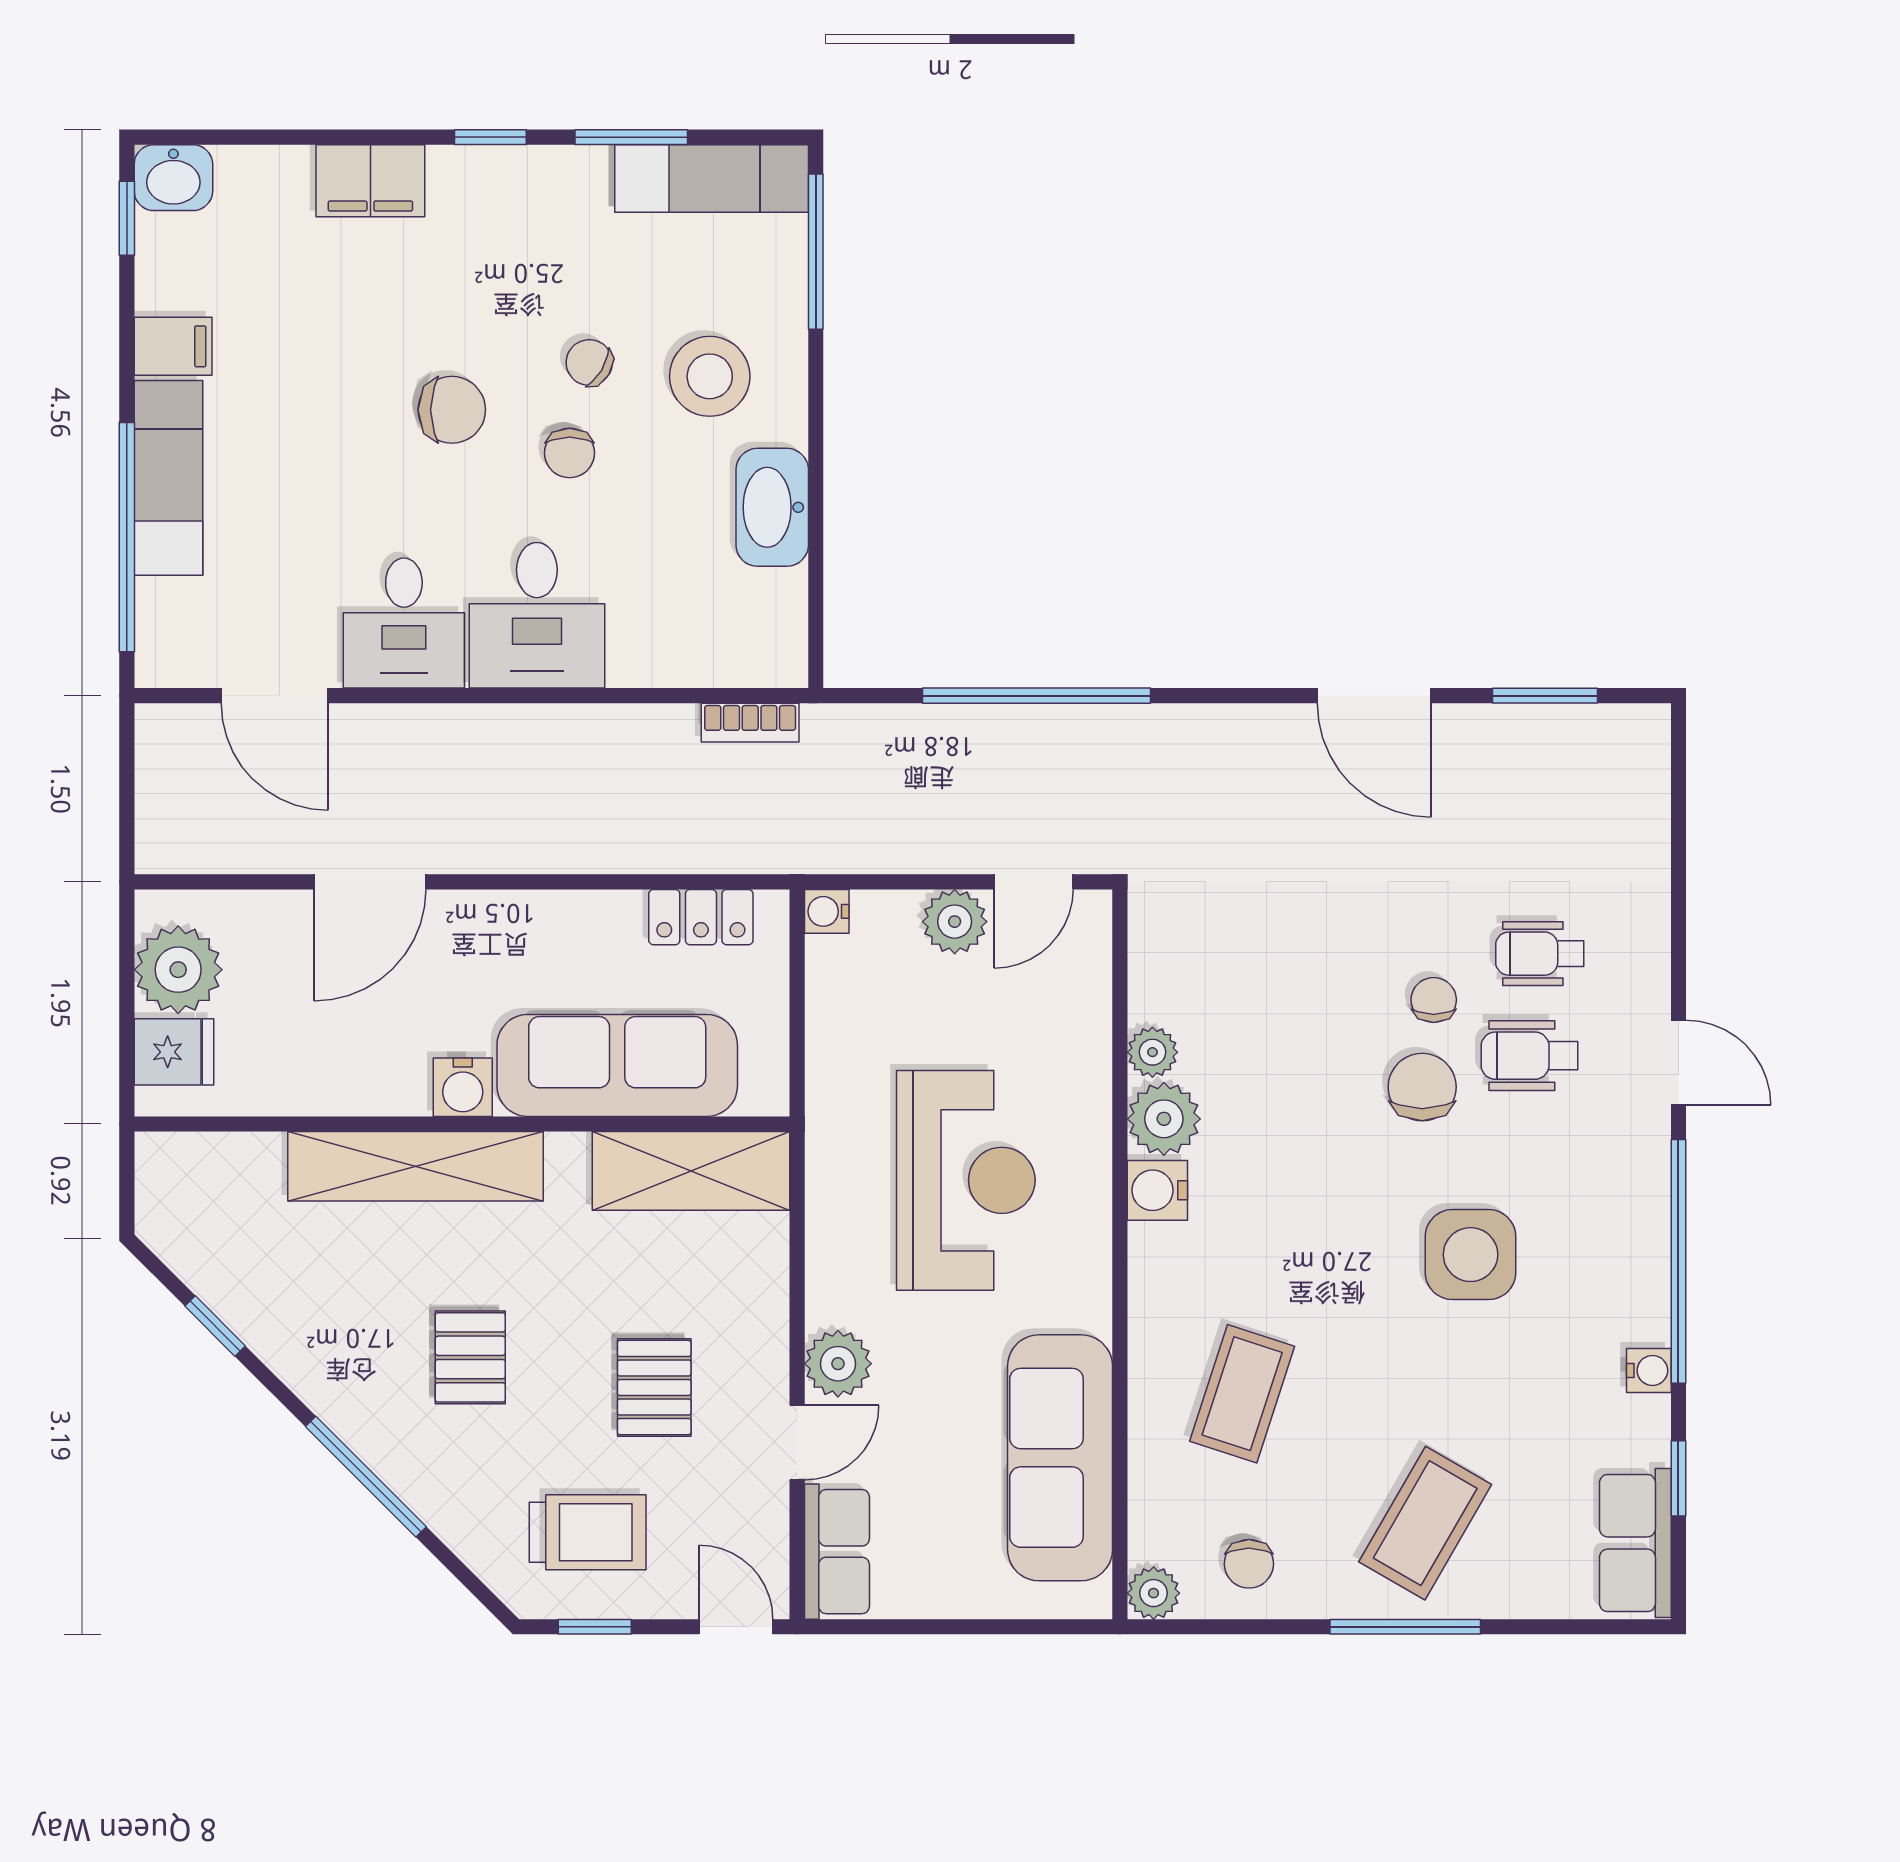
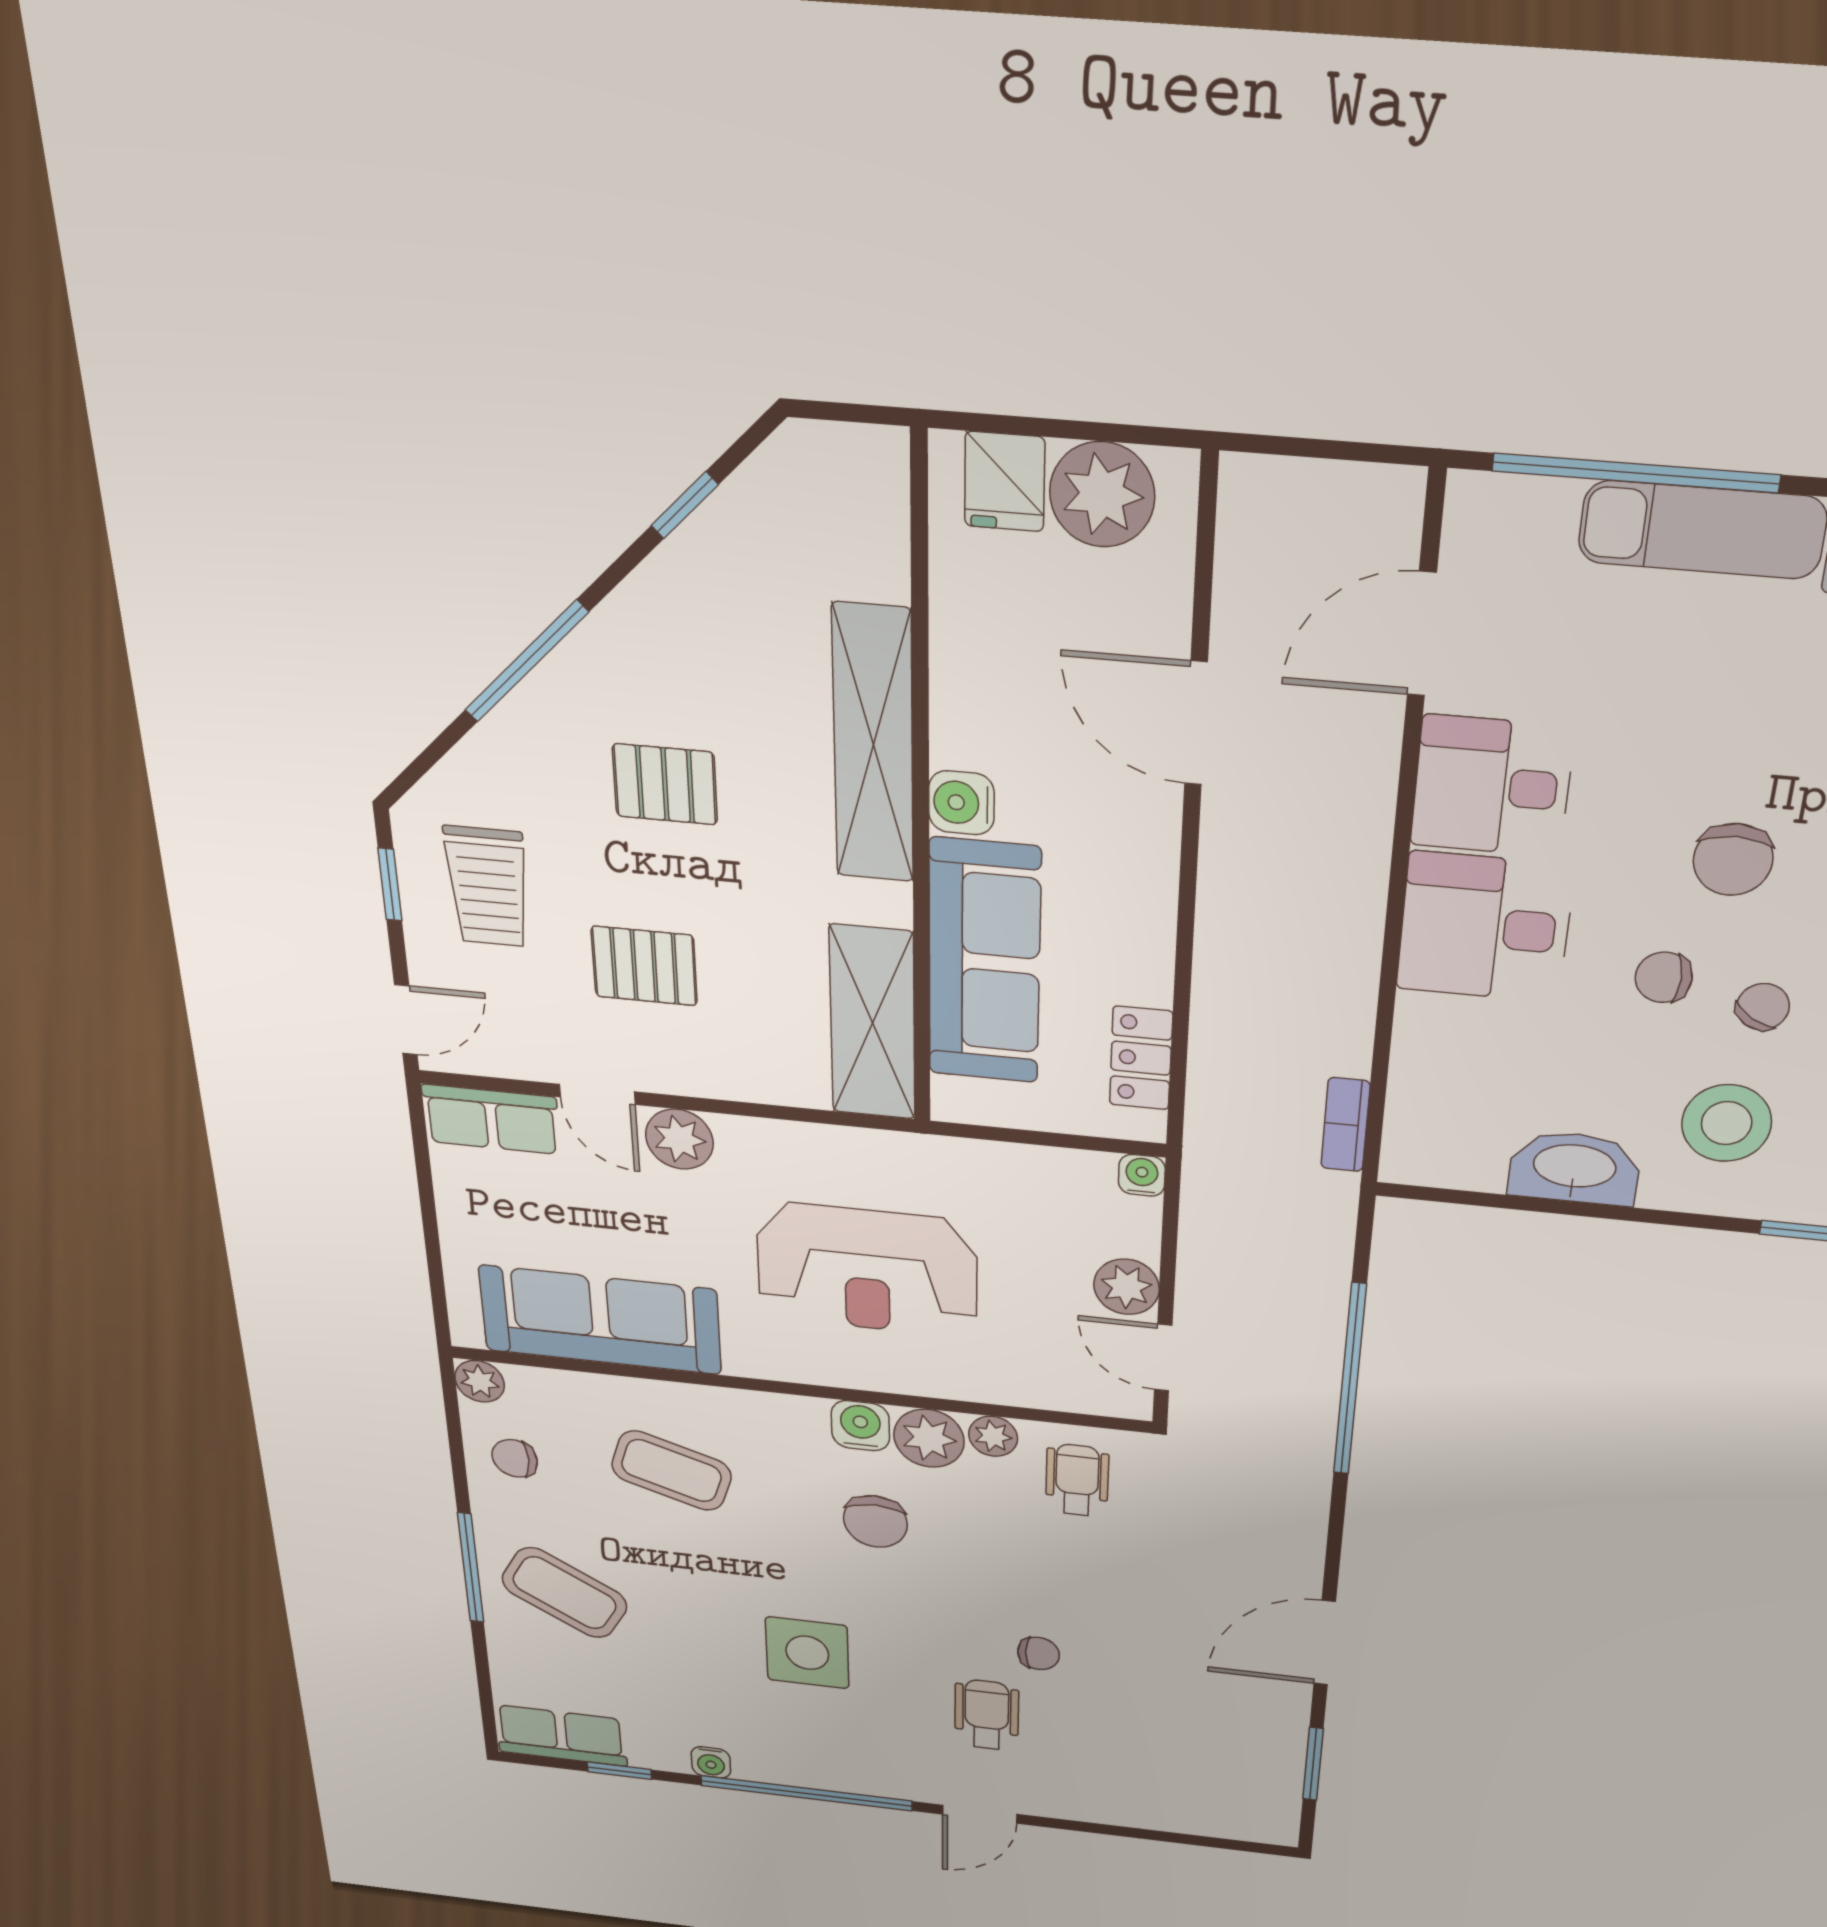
wheelchair: (1540, 954) -> (1077, 1480), moved
chair: (1422, 1087) -> (875, 1521), moved, turned 90

